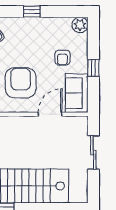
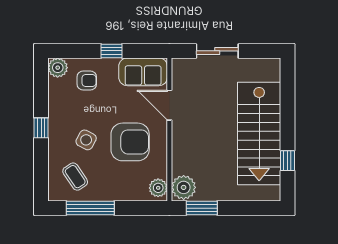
side table: (22, 48) -> (86, 140), added
armchair: (63, 58) -> (87, 81), moved
armchair: (21, 83) -> (130, 142), turned 180

